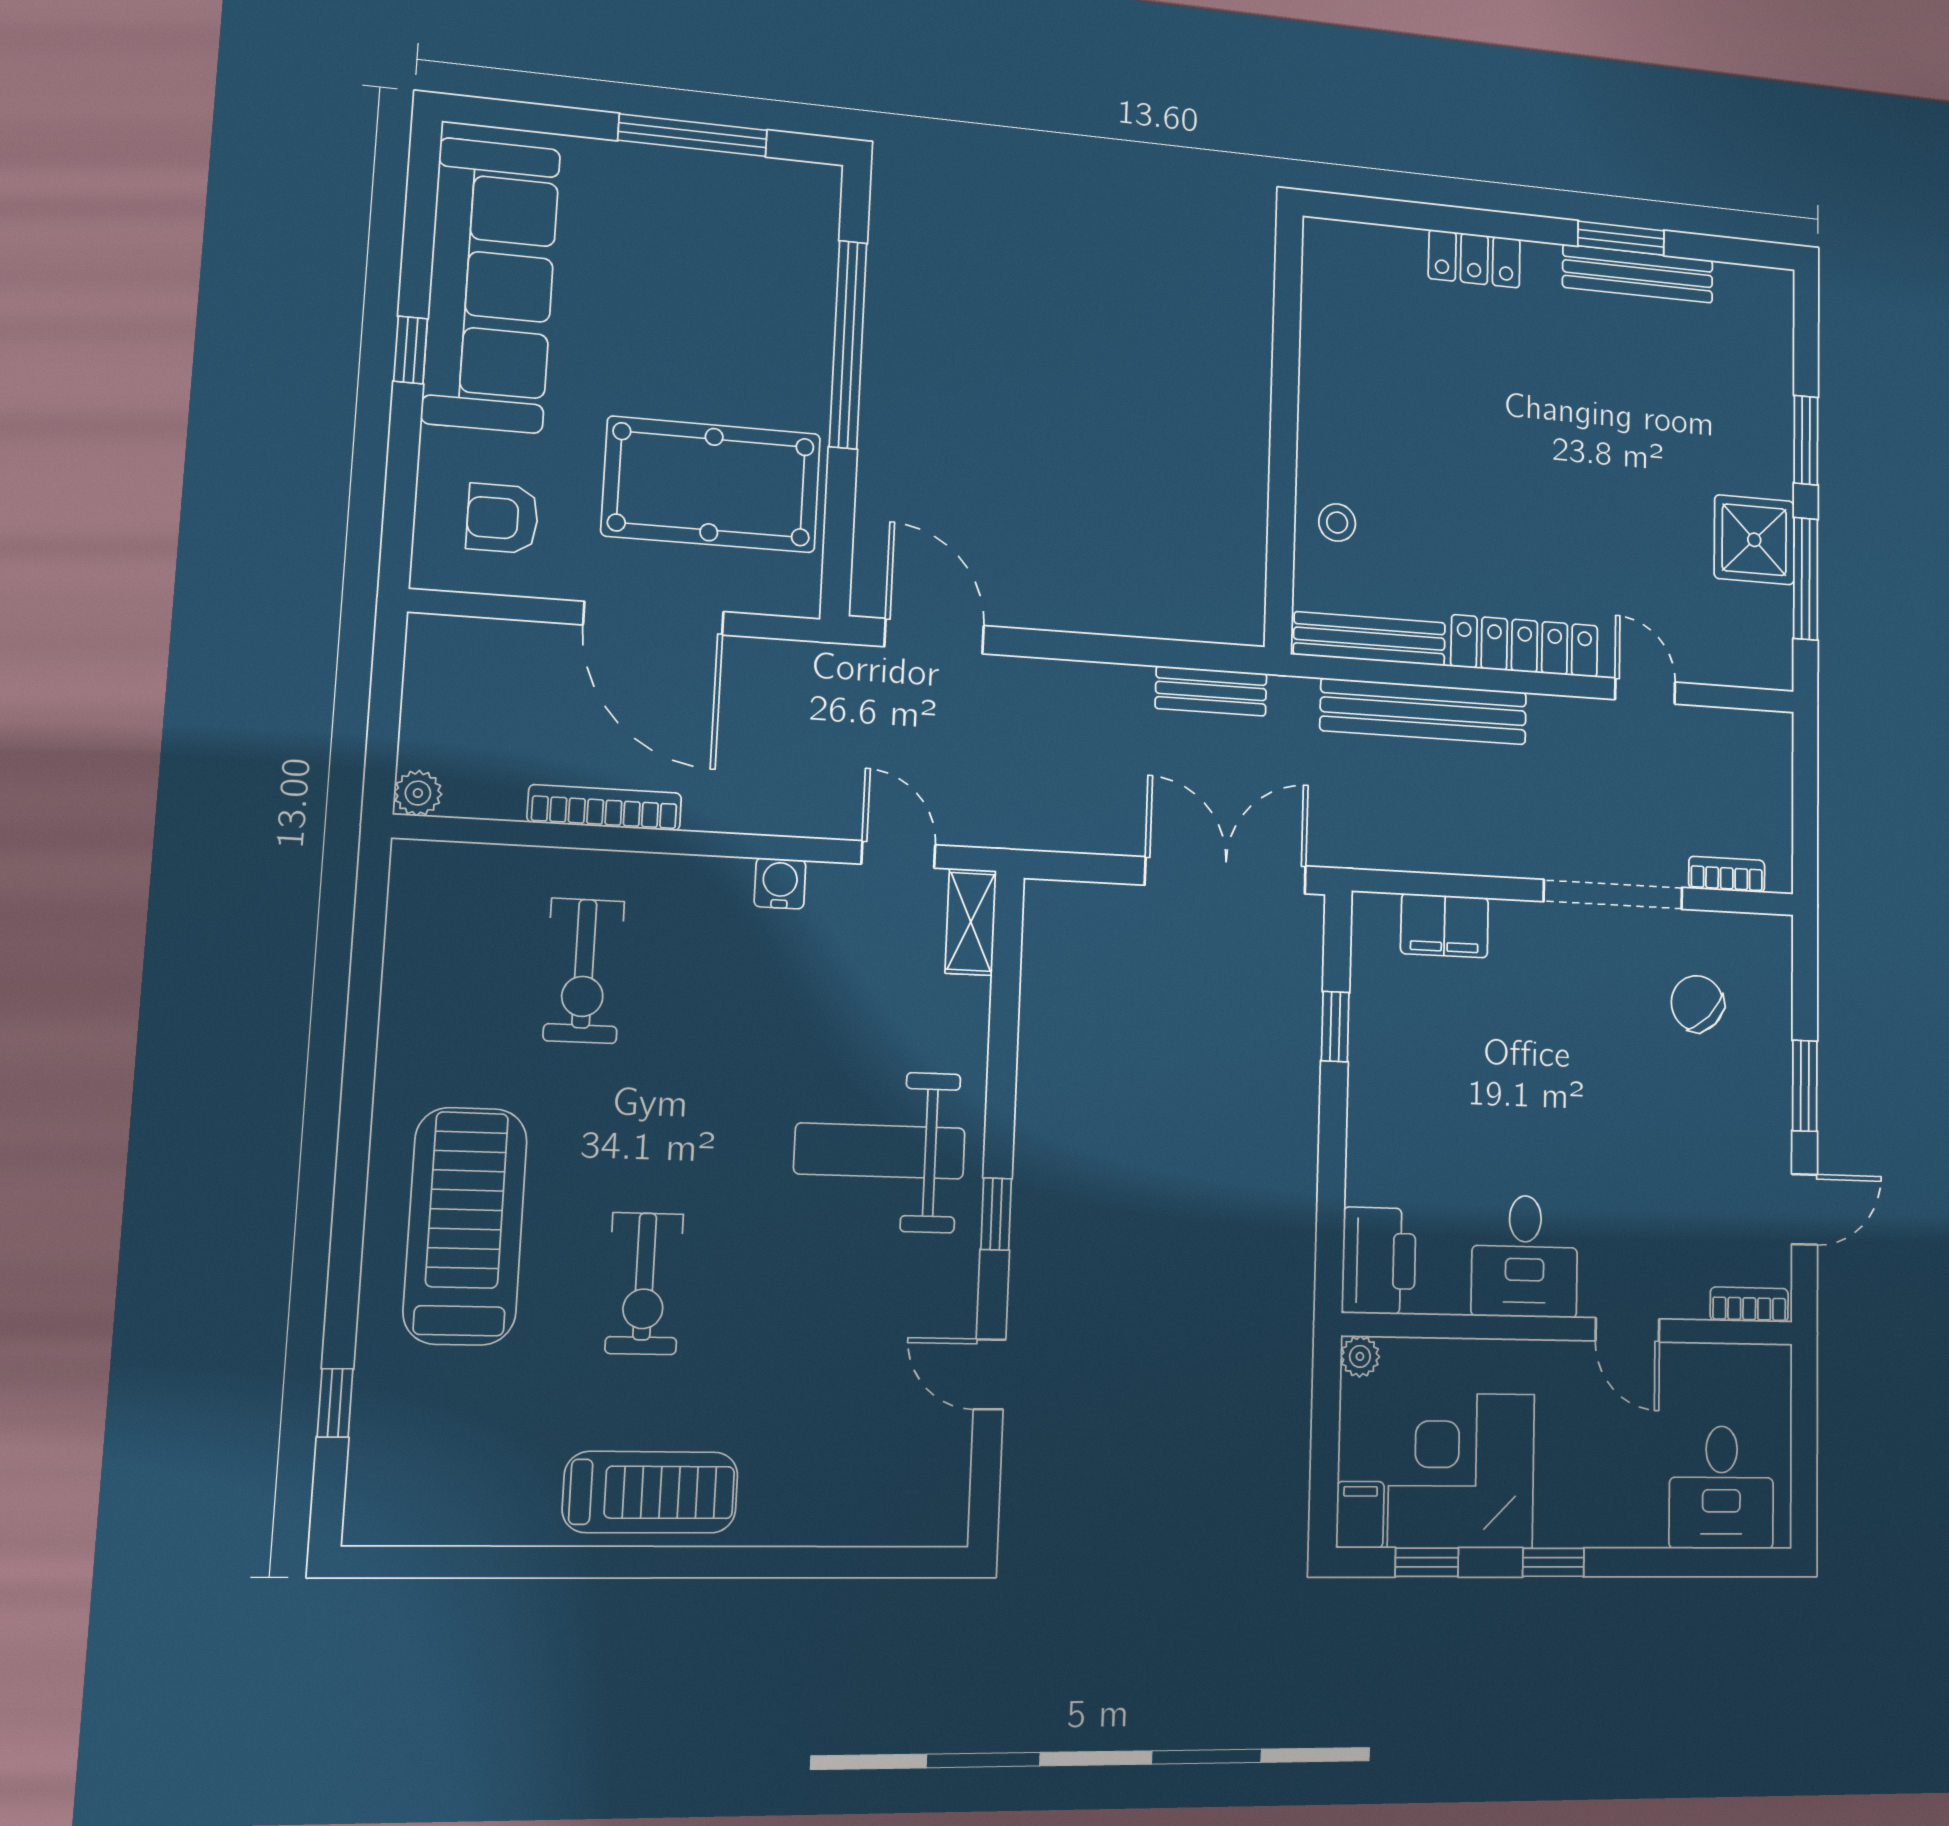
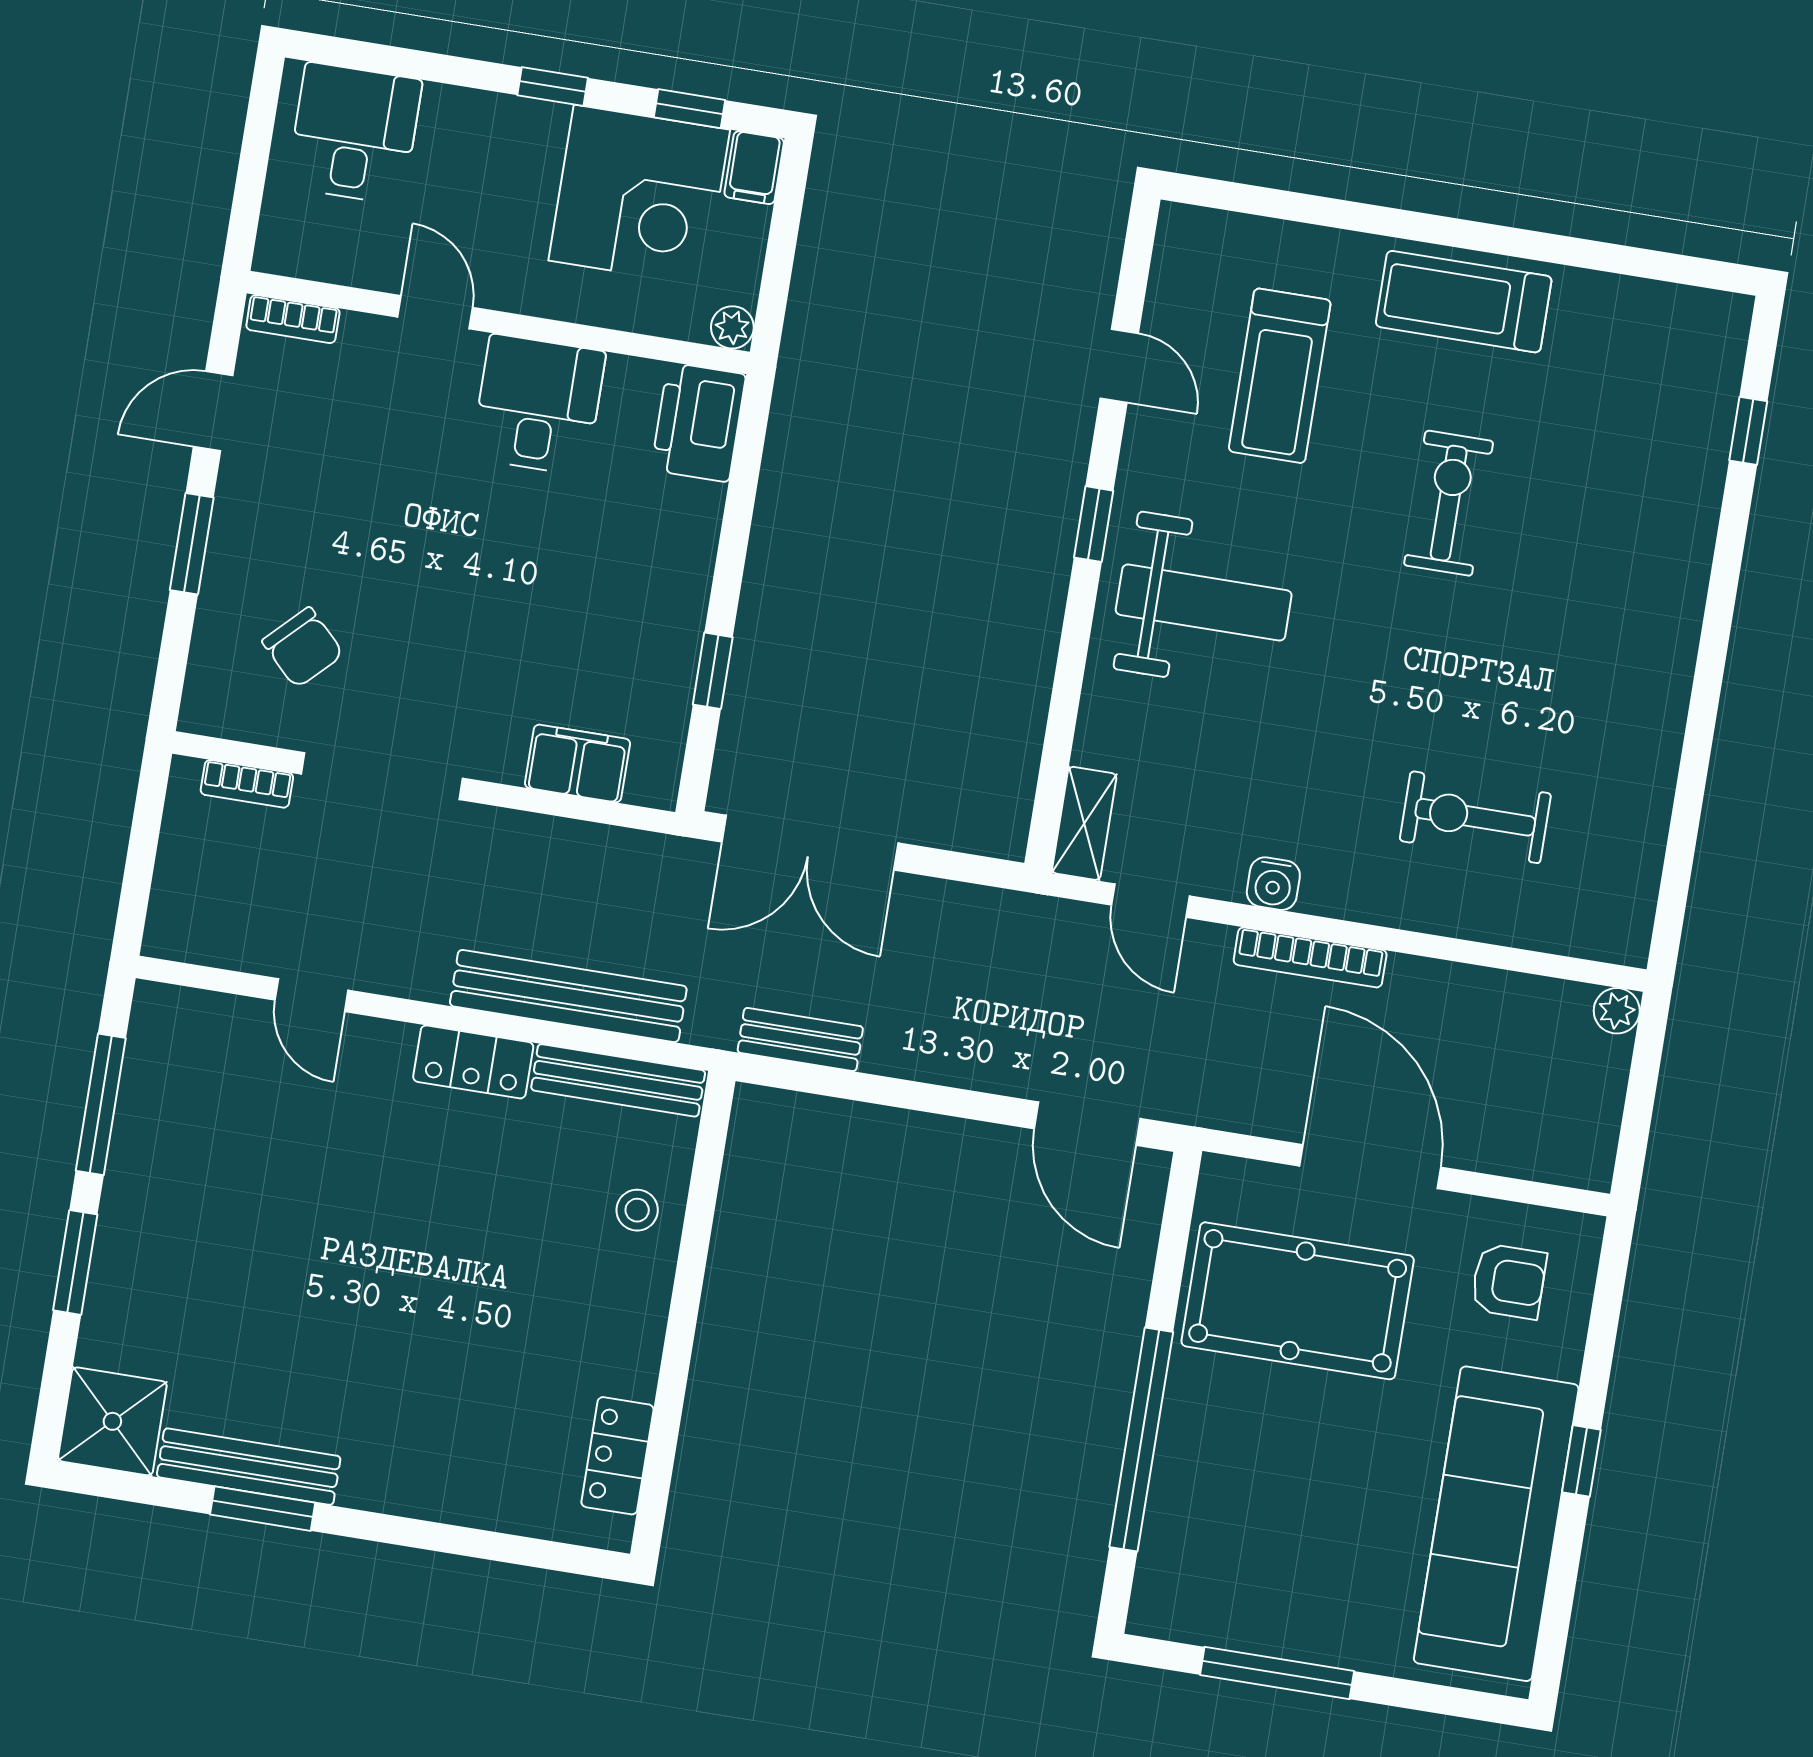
locker: (1474, 259) -> (617, 1456), moved, turned -90
shower: (1754, 540) -> (112, 1421), moved
locker: (1525, 646) -> (473, 1062), width x0.66
bookcase: (605, 808) -> (1310, 957), moved
exercise bike: (584, 971) -> (1475, 817), turned -90
treadmill: (465, 1226) -> (1280, 376), moved, width x0.73, depth x0.73

